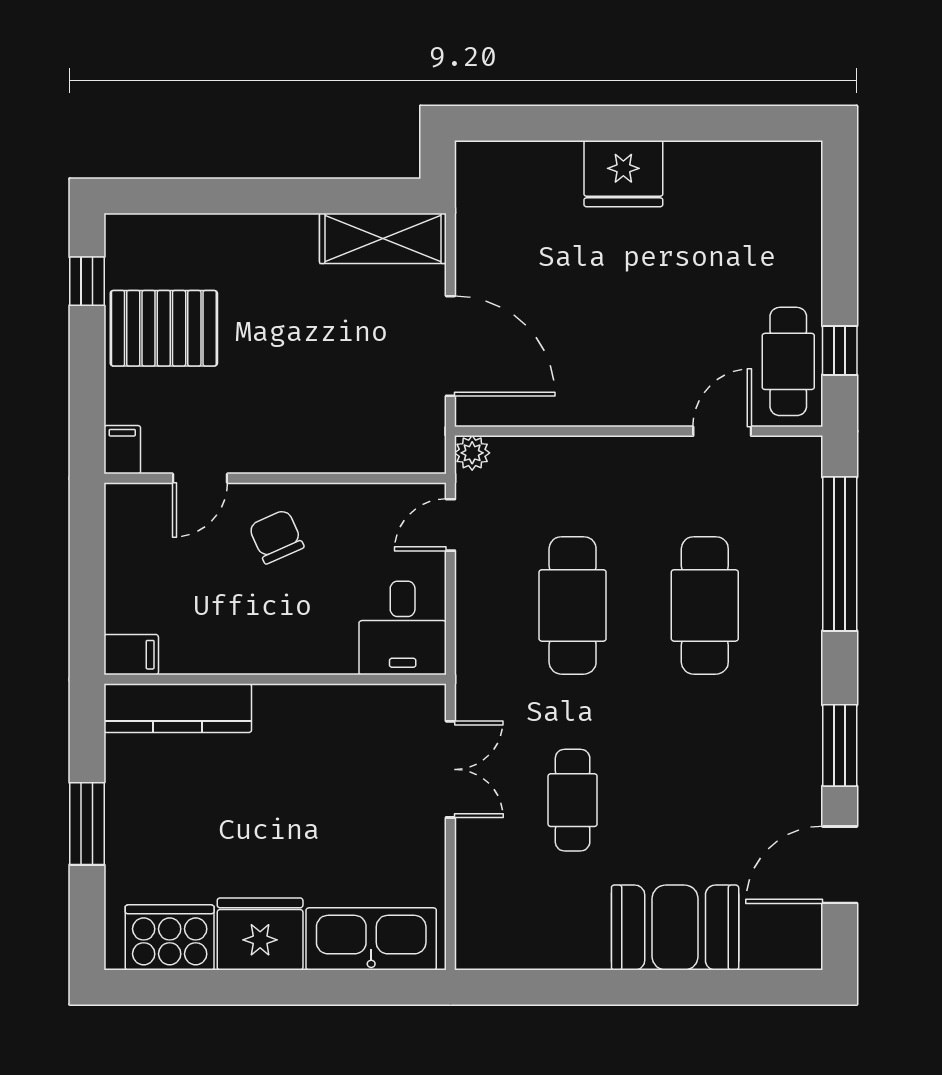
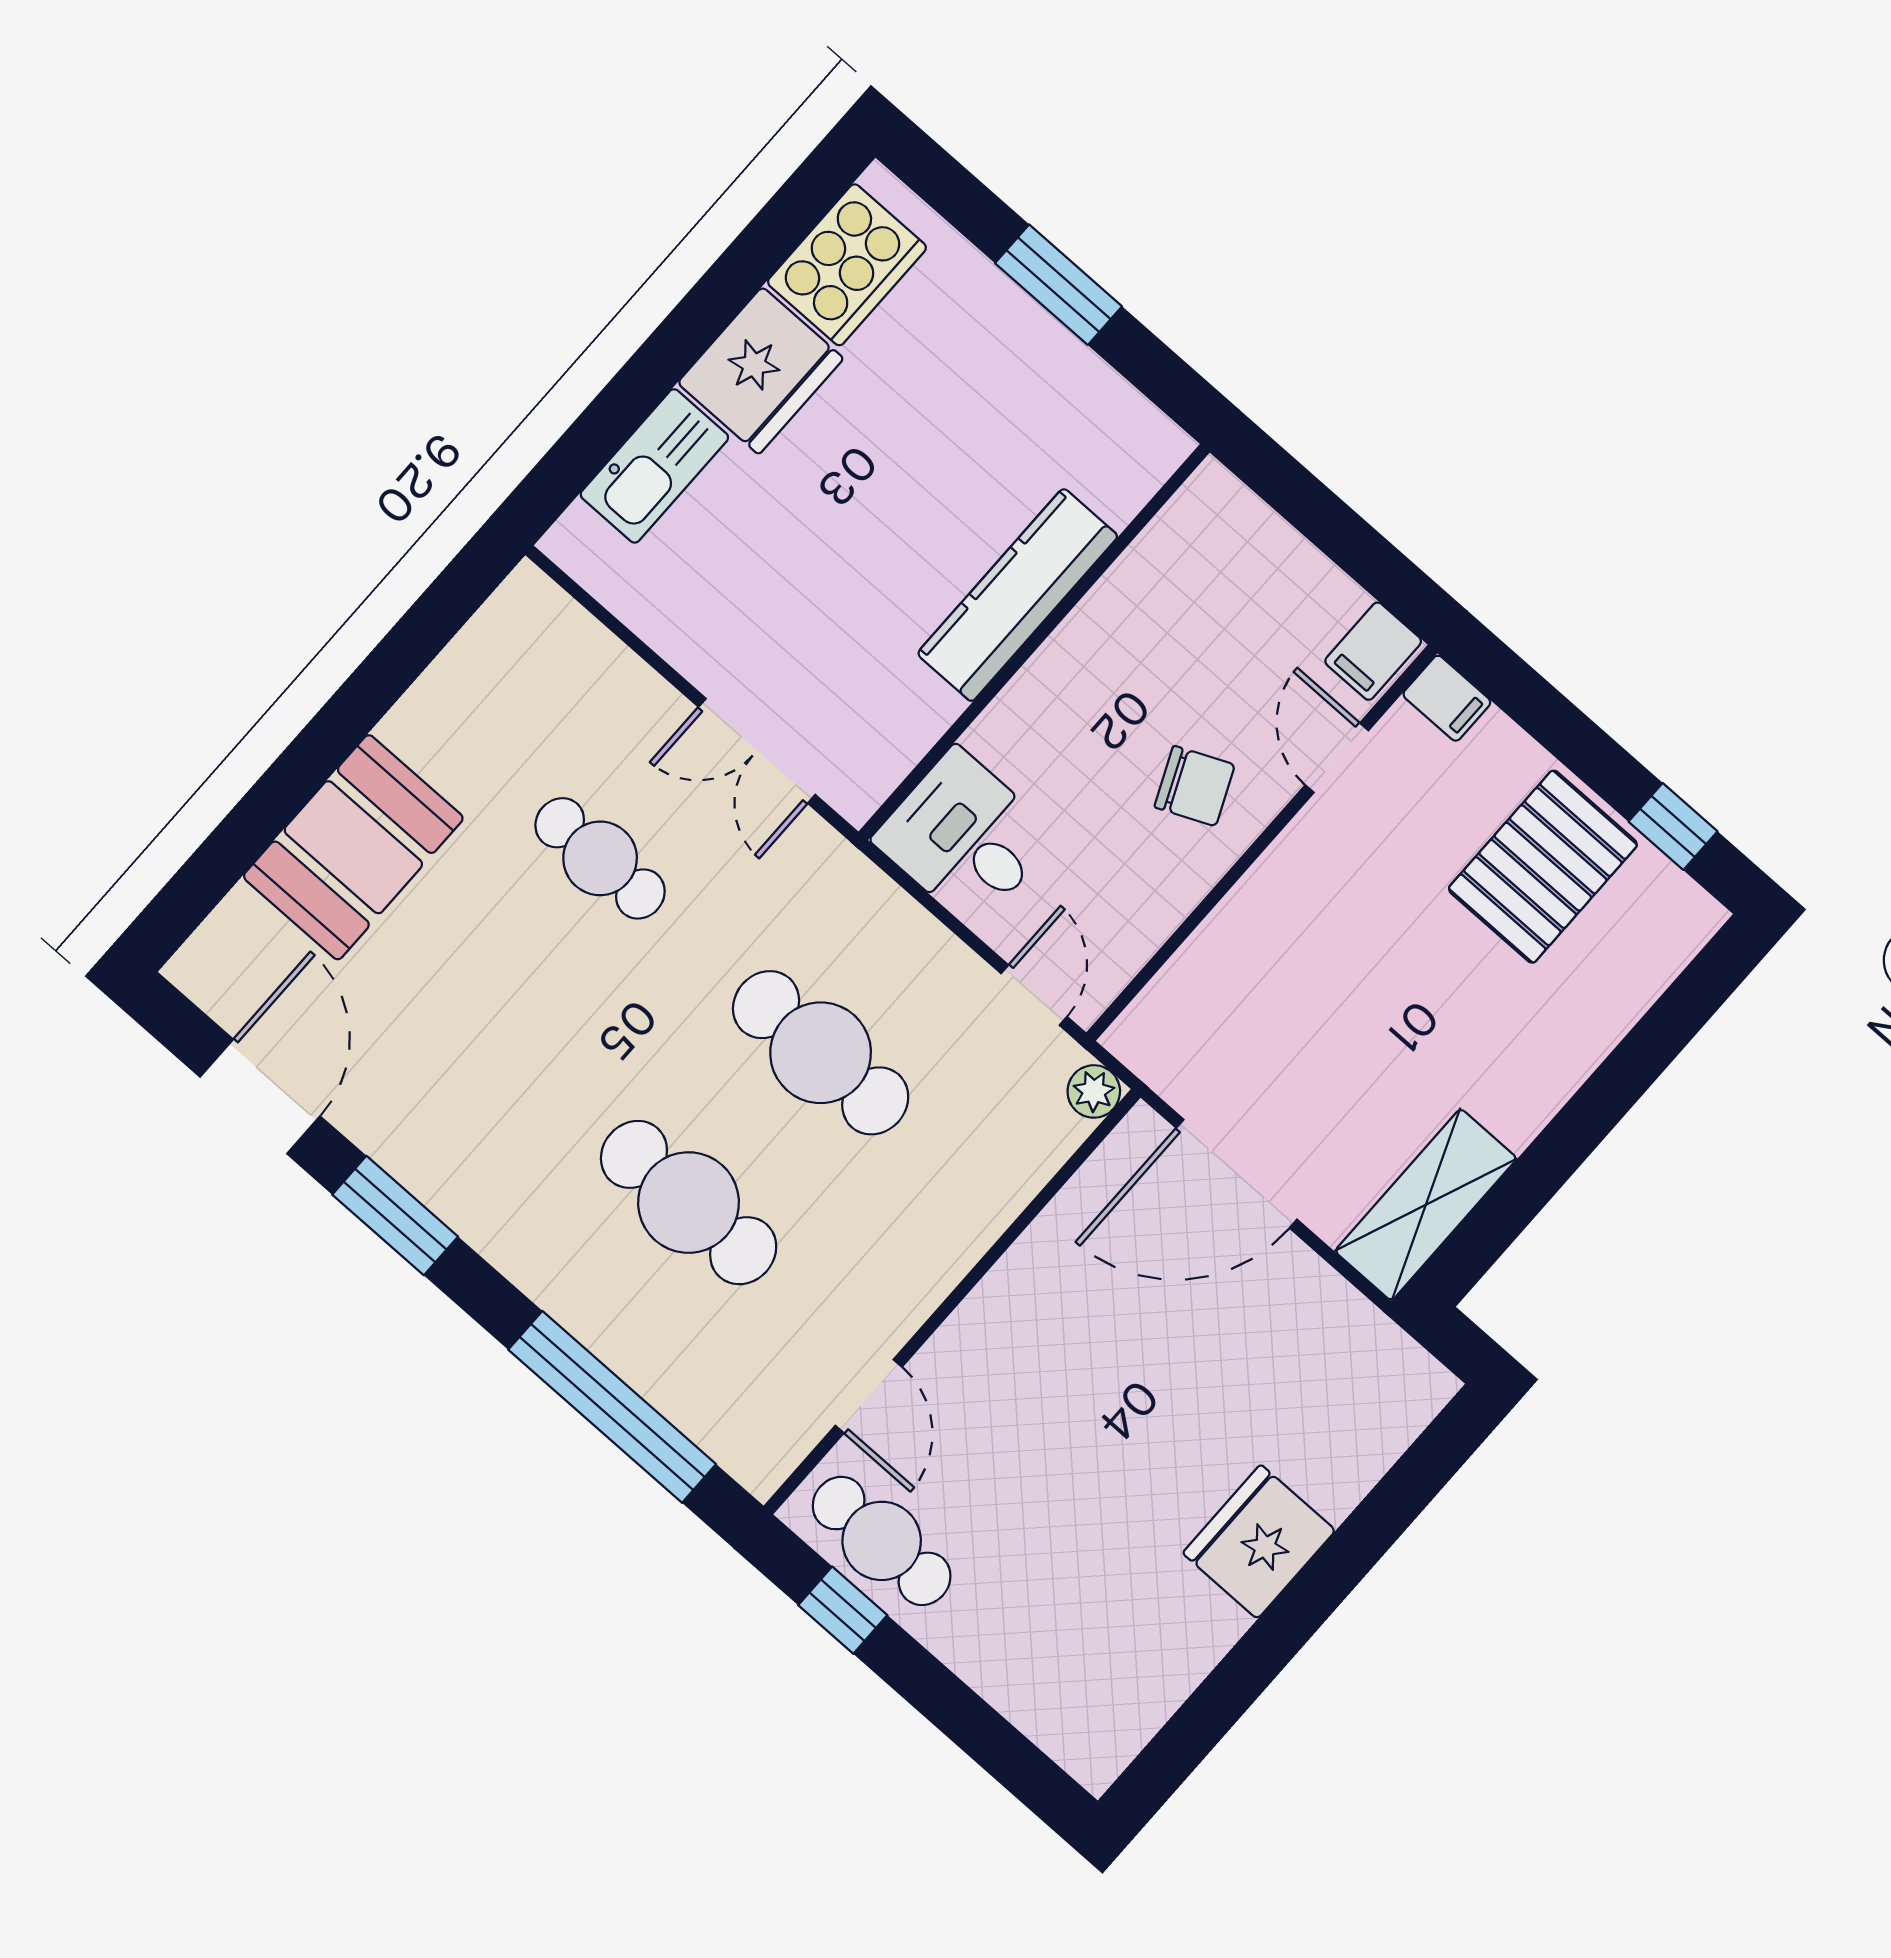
filing cabinet: (131, 655) -> (1373, 651), moved
kitchen counter: (178, 708) -> (1018, 595), moved
kitchen sink: (371, 939) -> (654, 466), width x0.73, depth x0.81

